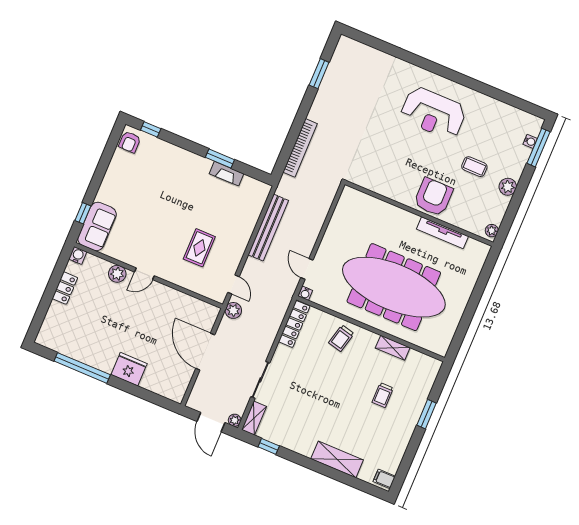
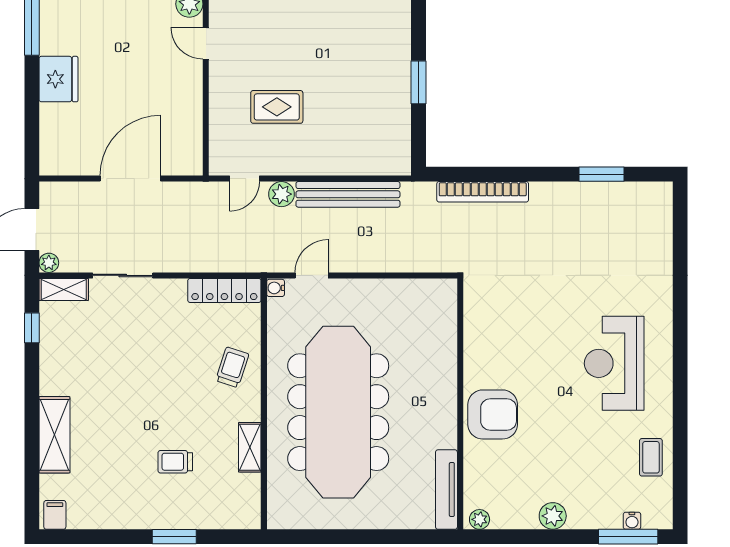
coffee table: (474, 167) -> (651, 457), moved
fireplace: (226, 174) -> (401, 101), removed
tv unit: (442, 233) -> (446, 490), moved
plant: (233, 310) -> (281, 194), moved
trolley: (341, 338) -> (232, 367), turned 94

